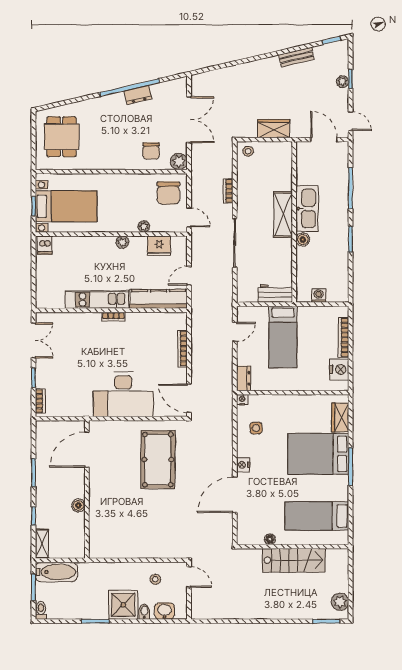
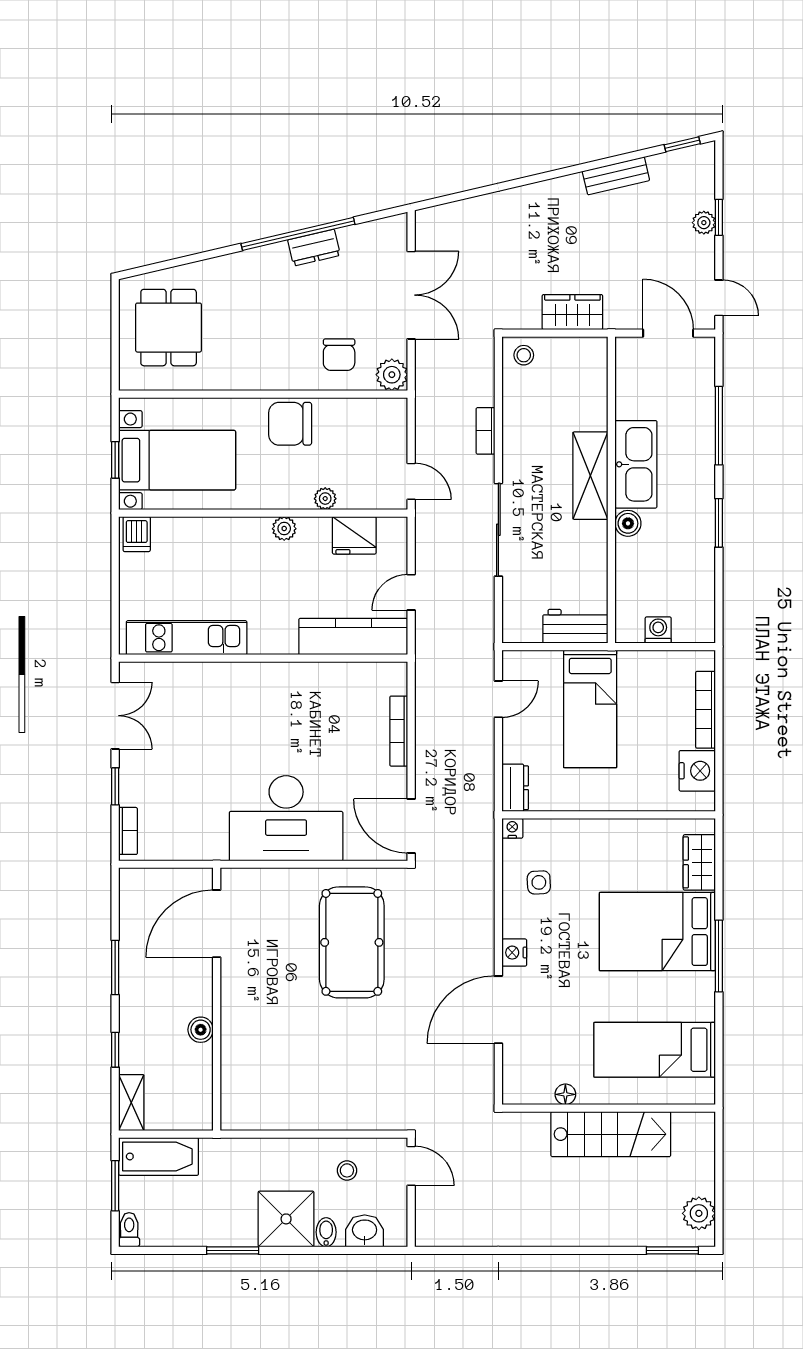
chair: (168, 193) -> (290, 424), moved, turned 90
kitchen unit: (97, 300) -> (187, 638), moved
bookcase: (113, 317) -> (267, 670), removed

